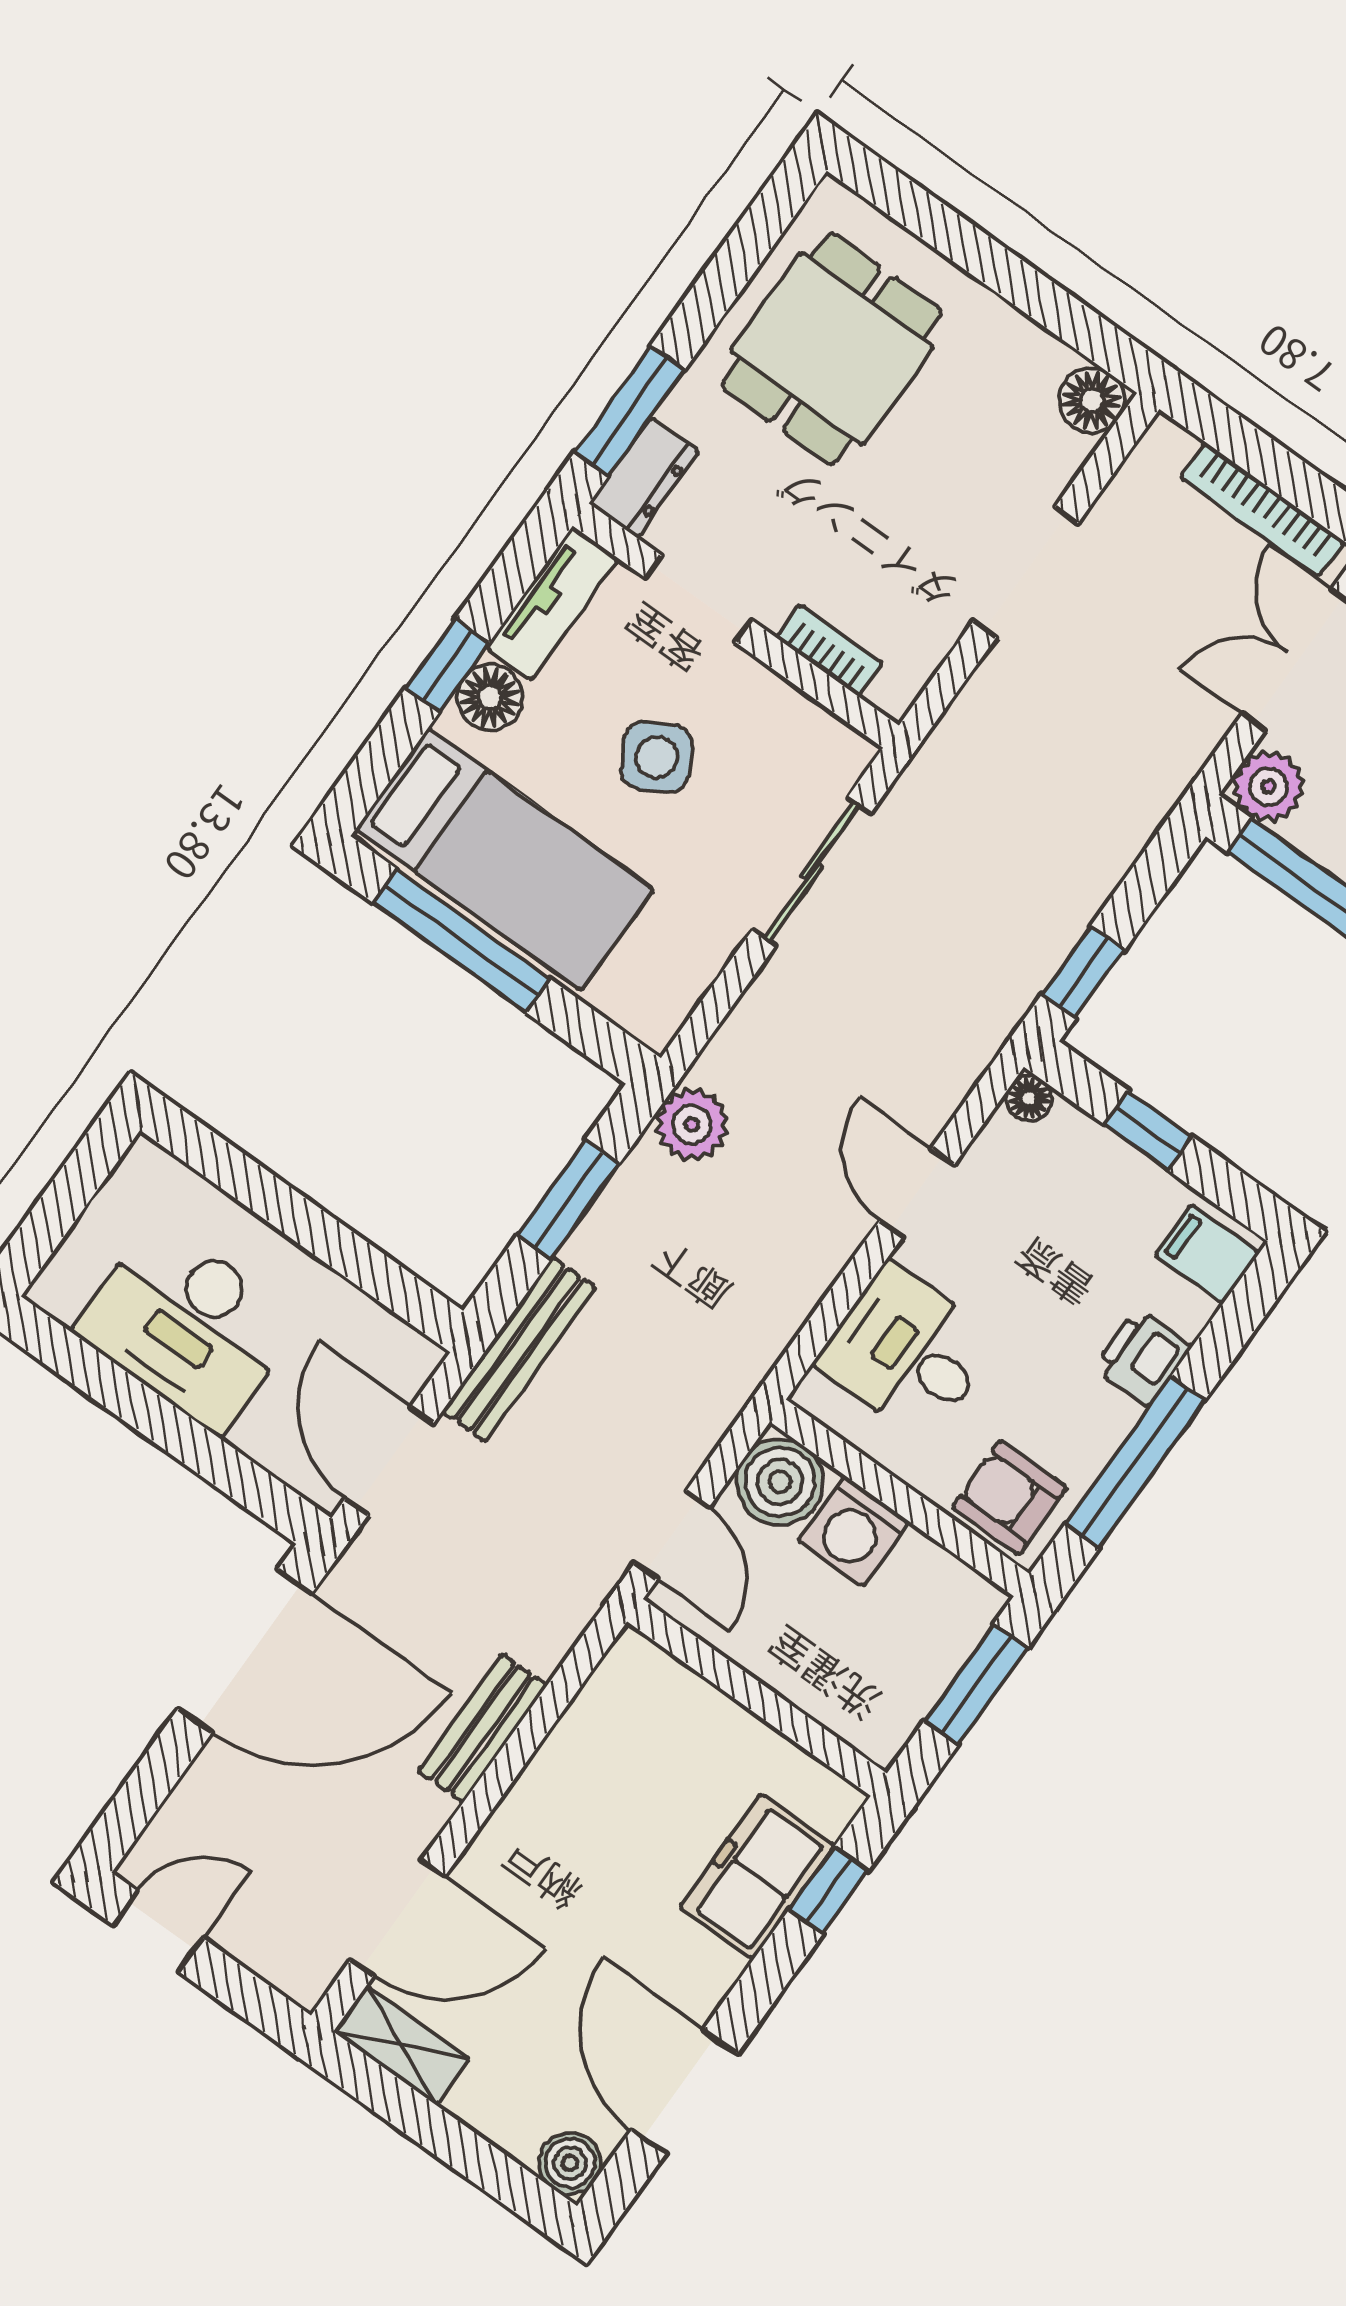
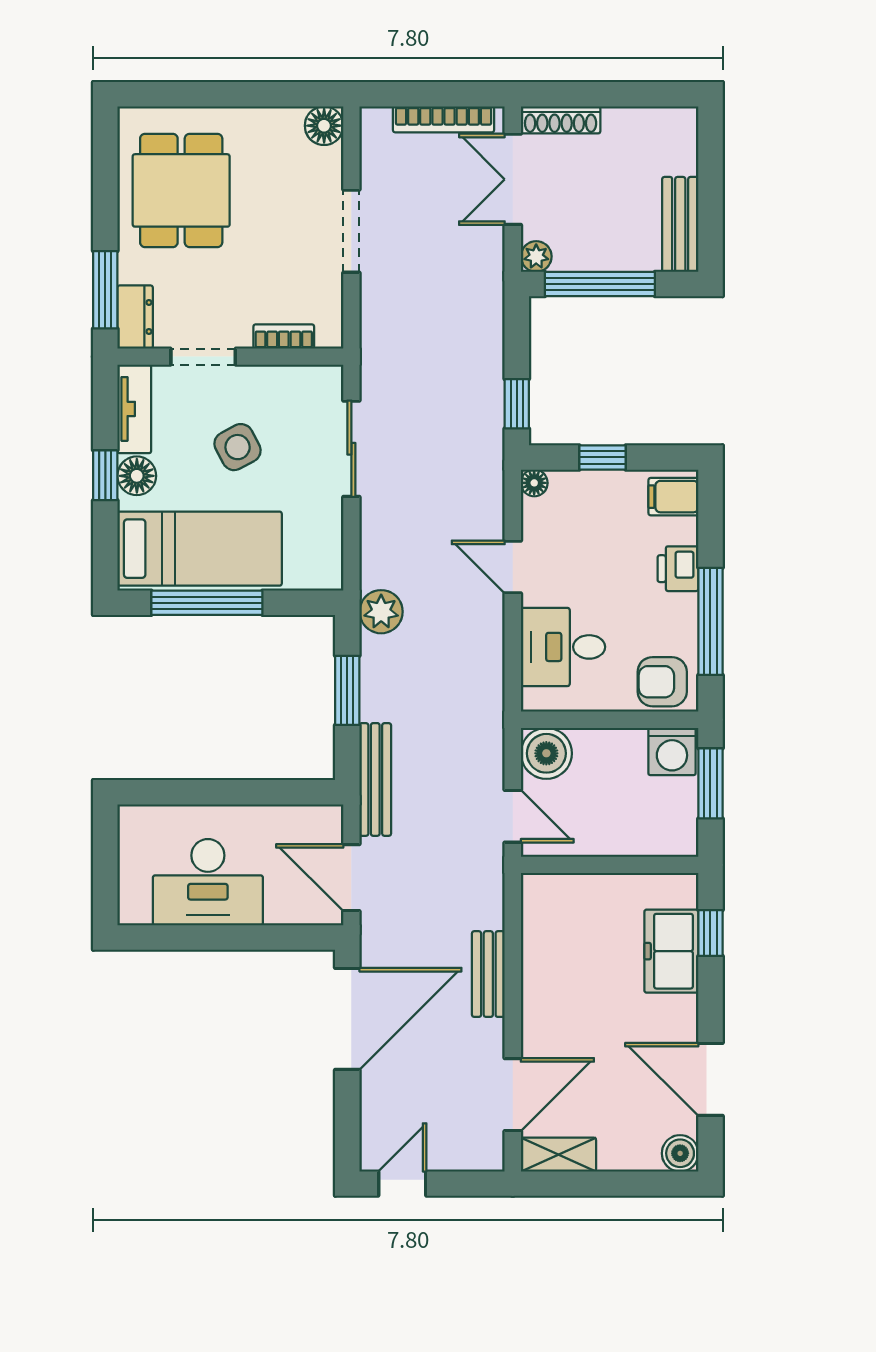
plant: (1268, 787) -> (536, 256), width x0.73, depth x0.73
washing machine: (854, 1531) -> (672, 751), moved

